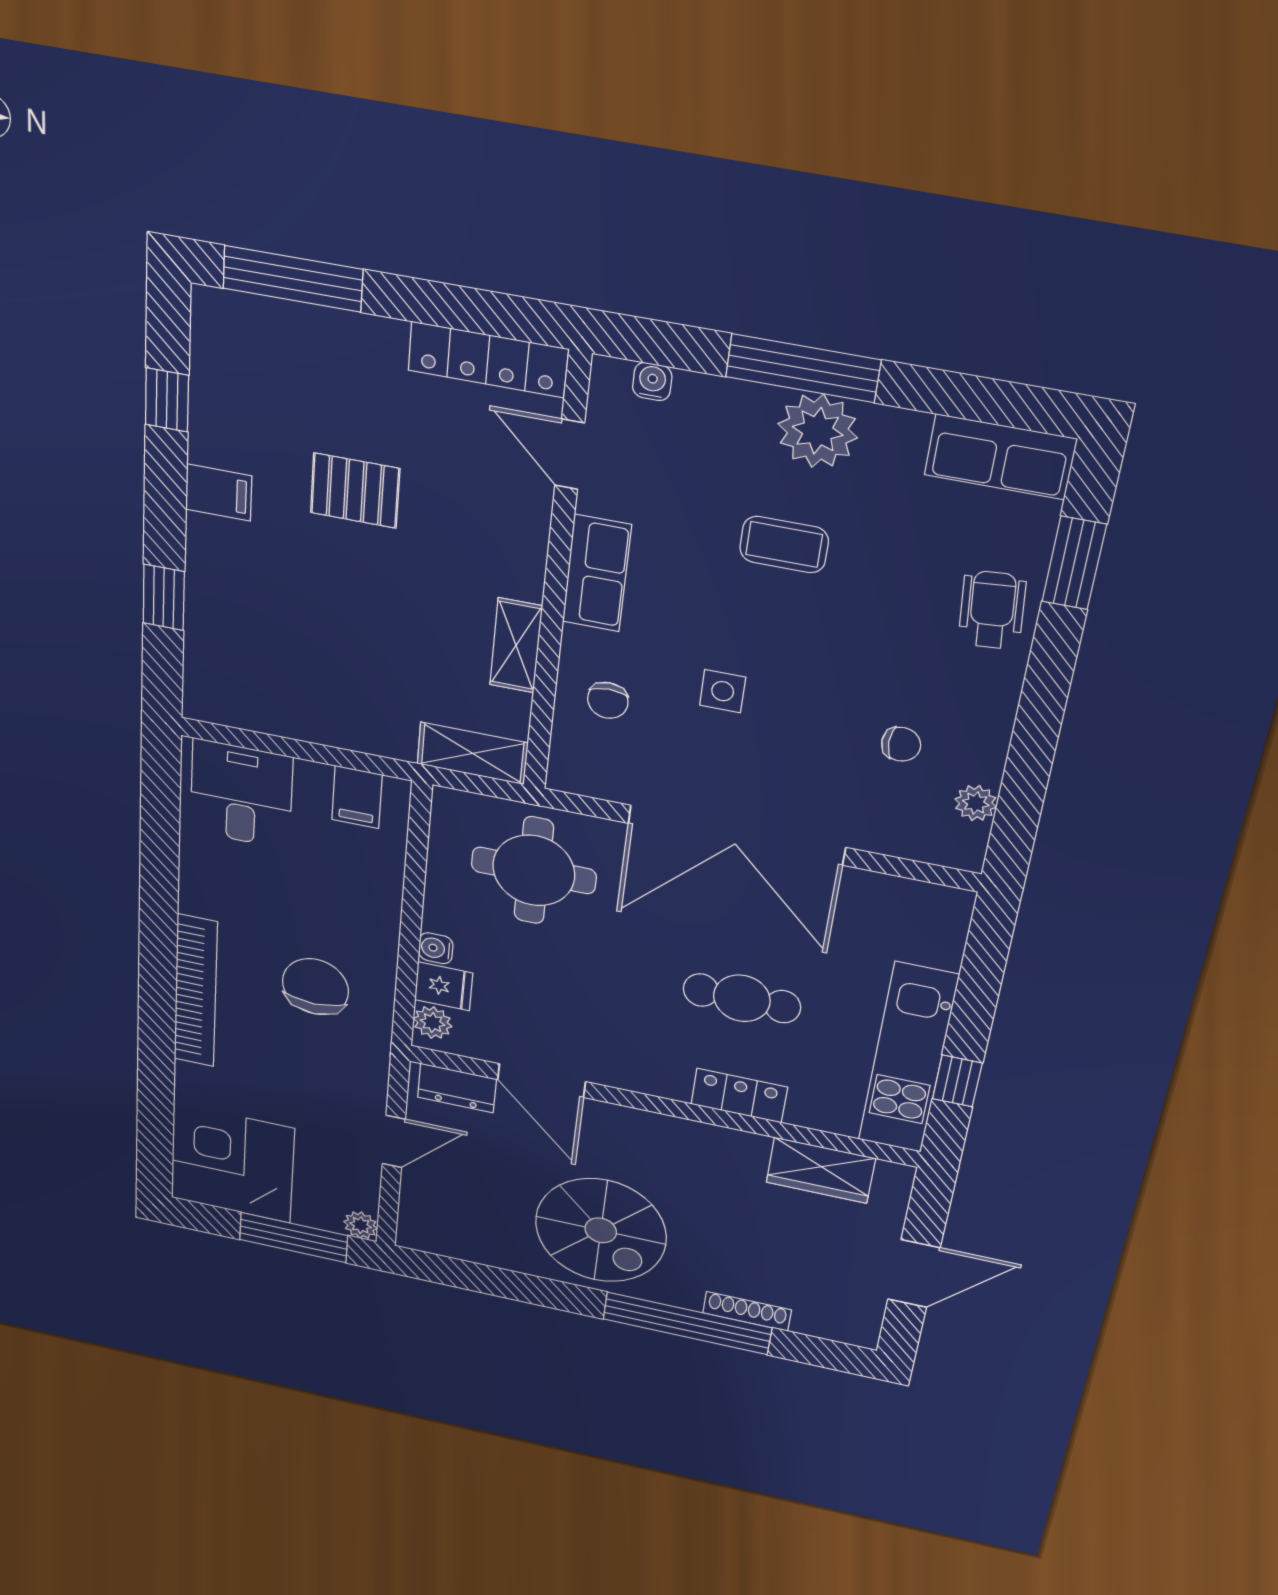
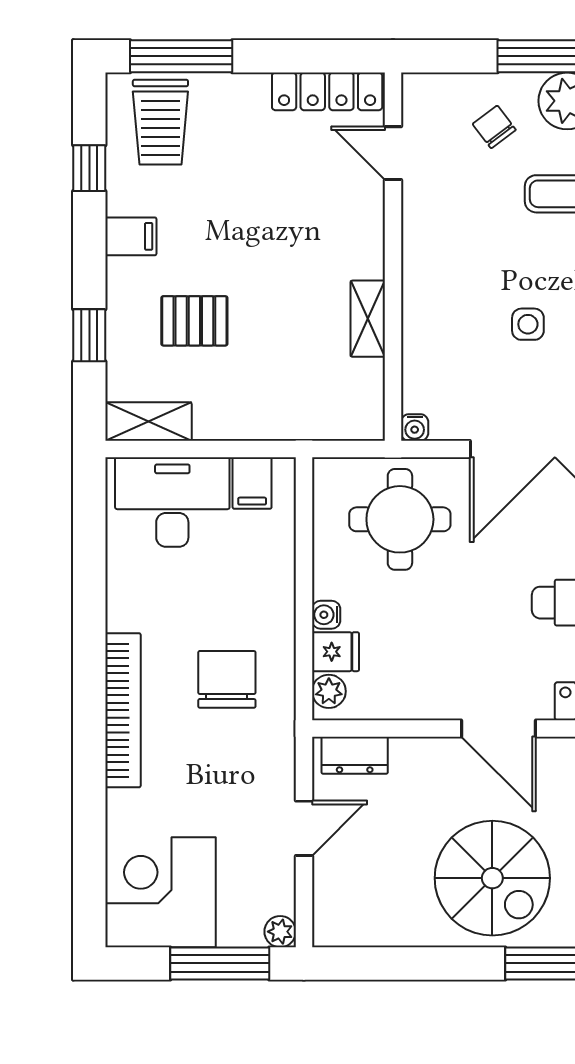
trolley: (262, 359) -> (160, 122), added
water cooler: (652, 382) -> (415, 428), moved, turned 180
pallet: (355, 491) -> (194, 321), moved
row of seats: (597, 573) -> (423, 245), removed
chair: (608, 700) -> (494, 127), moved, turned 143
shelving: (472, 753) -> (149, 422), moved
desk: (241, 794) -> (172, 502), width x1.37
door: (541, 1081) -> (498, 729), moved

